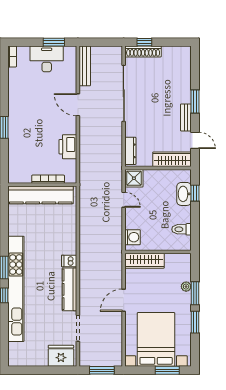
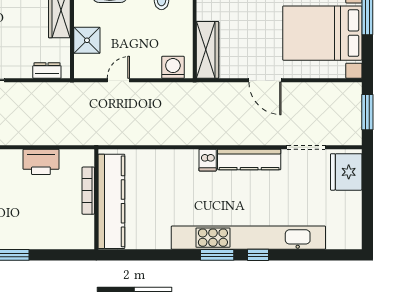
dresser: (130, 151) -> (47, 71), width x0.70
shower: (134, 178) -> (87, 40), moved

